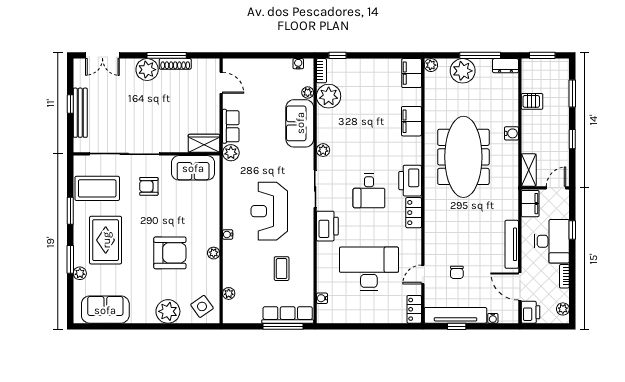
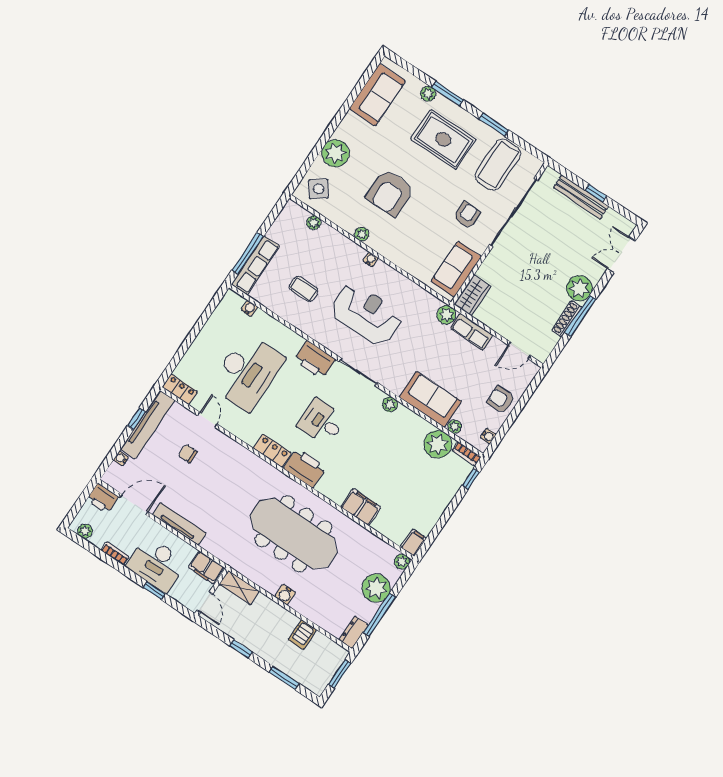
armchair: (266, 72) -> (501, 400), added
filing cabinet: (412, 73) -> (414, 543), width x0.50

